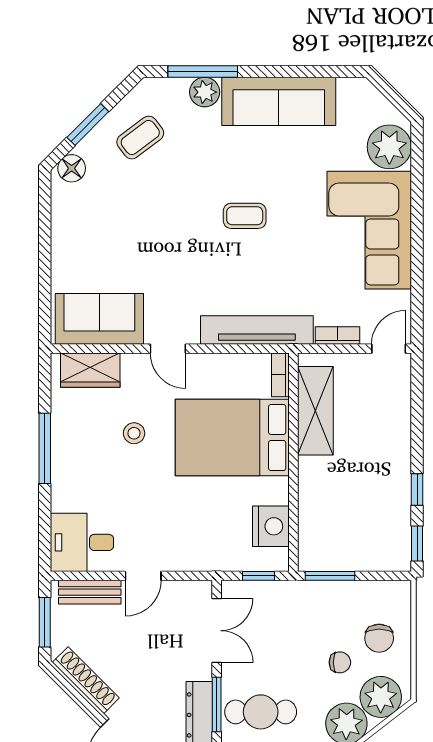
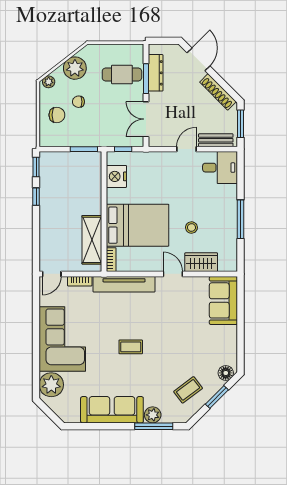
sofa: (99, 319) -> (223, 300), moved, turned 90
wardrobe: (90, 370) -> (201, 262), moved
chair: (379, 638) -> (57, 115), turned 90
plant: (381, 697) -> (49, 82), width x0.53, depth x0.53

